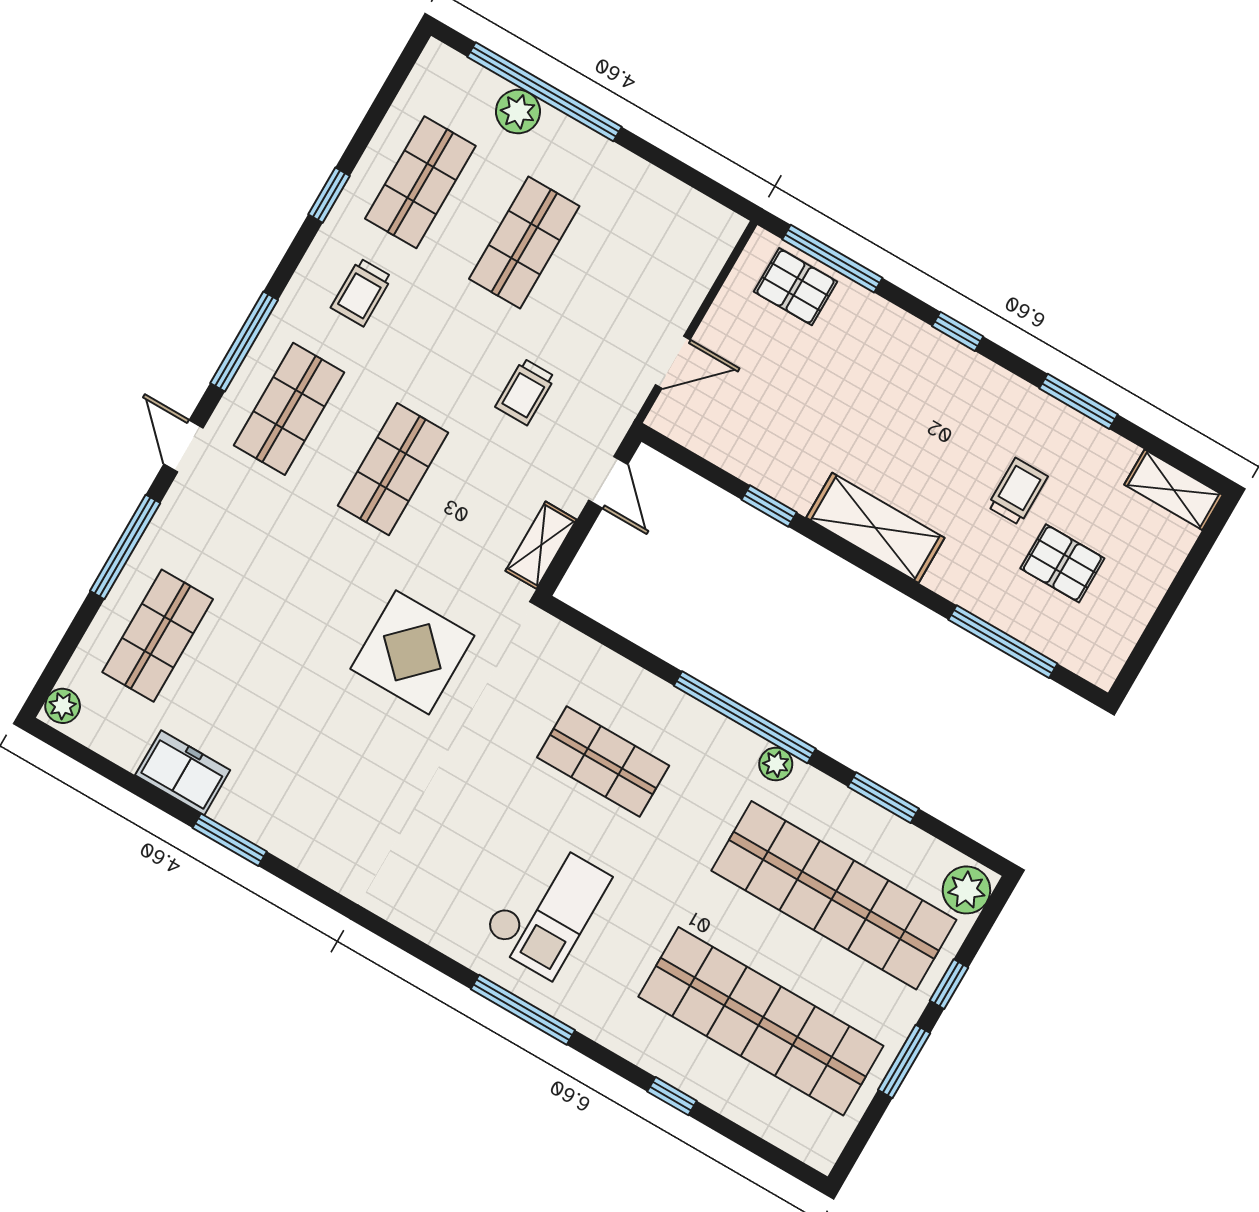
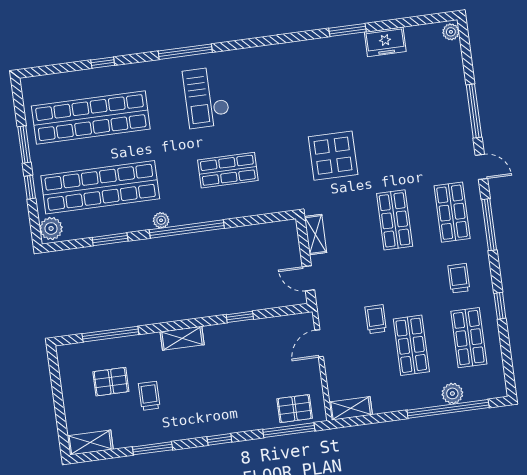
shelving: (703, 216) -> (351, 408), added
trolley: (525, 392) -> (376, 319), moved
trolley: (1018, 491) -> (149, 396), turned 180
shelving: (875, 528) -> (182, 338), width x0.67, depth x0.75
shop shelf: (158, 636) -> (435, 87), removed

